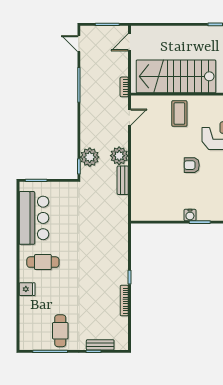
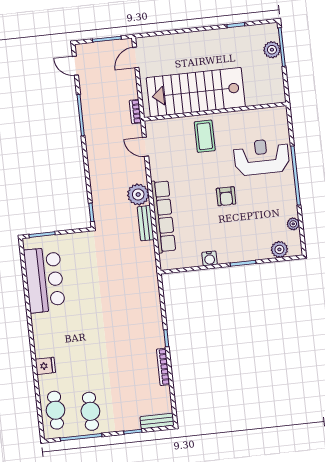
door: (129, 117) -> (145, 147), swing flipped
plant: (90, 157) -> (103, 200), removed
armchair: (192, 165) -> (226, 196), turned -90
row of seats: (138, 176) -> (163, 216), added
water cooler: (190, 215) -> (210, 258), moved
cafe table: (43, 262) -> (56, 410), moved, turned 90
bench: (100, 345) -> (157, 421), moved

